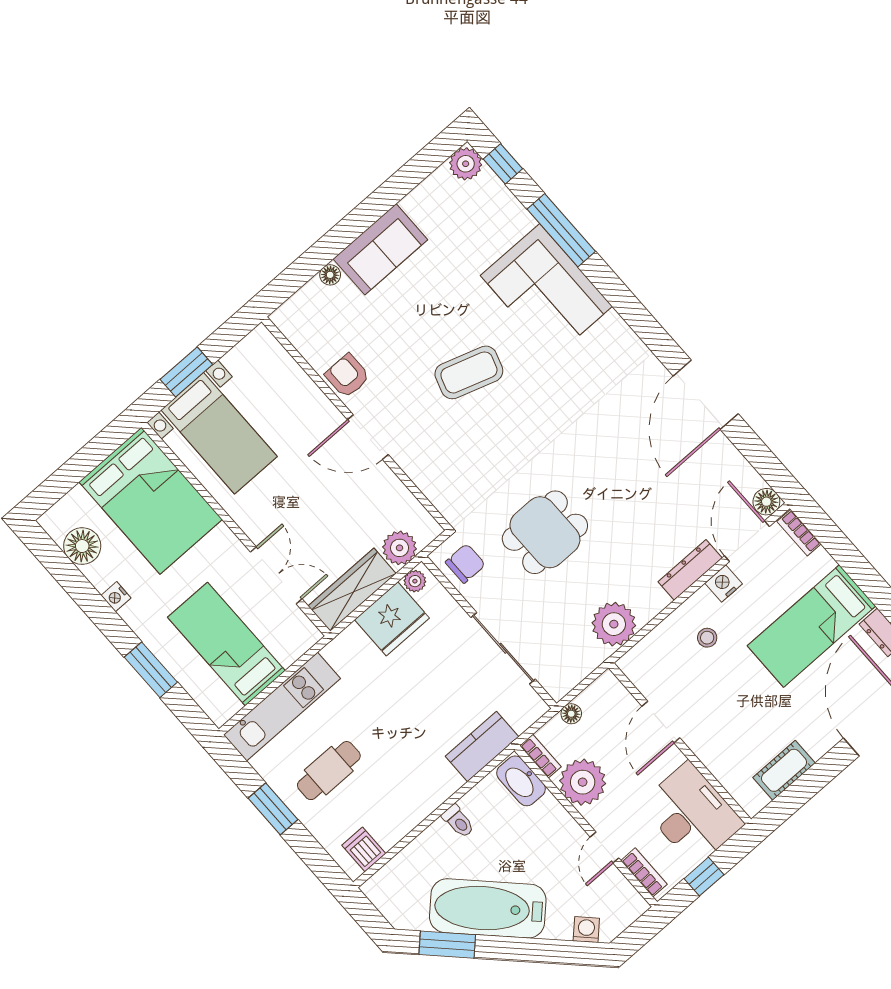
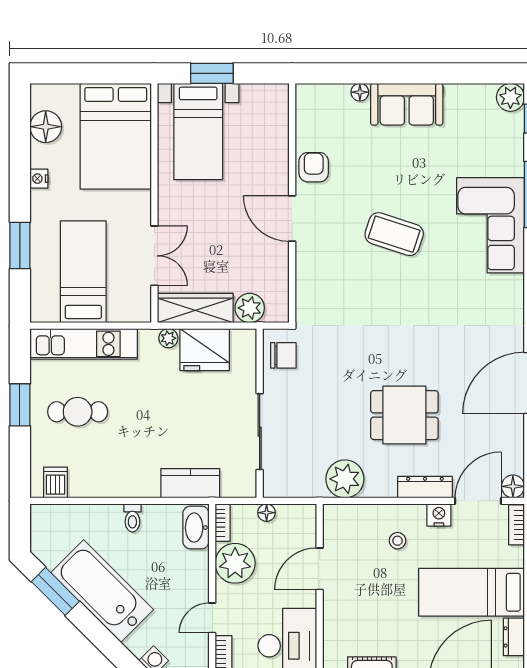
dining table: (545, 532) -> (404, 415), moved
plant: (415, 581) -> (168, 338), moved

